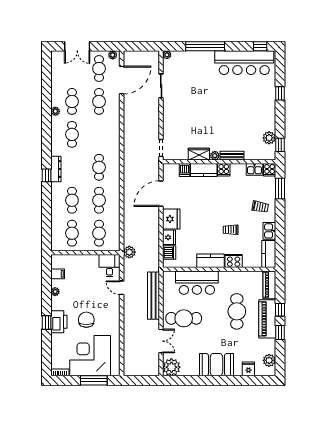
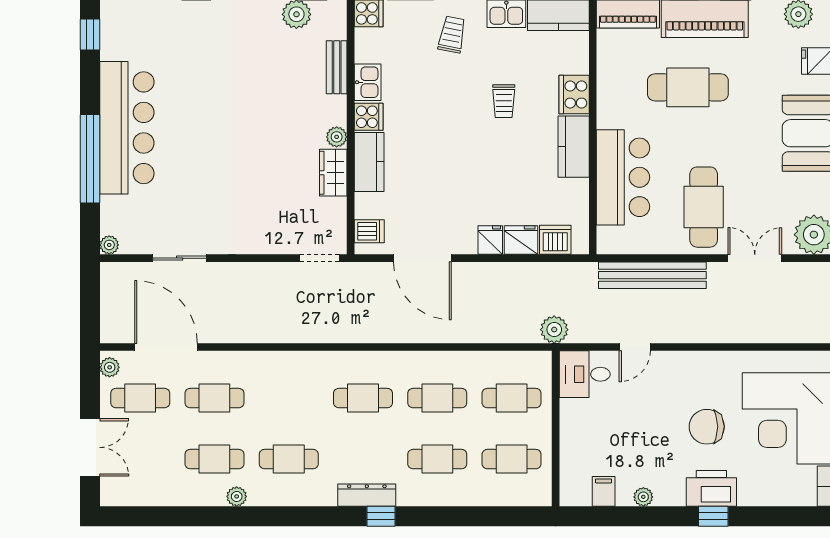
bar counter: (244, 63) -> (127, 128), moved
bench: (232, 156) -> (337, 67), moved
kitchen sink: (255, 169) -> (368, 82), moved
dishwasher: (185, 170) -> (369, 231), moved
fridge: (171, 219) -> (490, 240), width x0.53, depth x0.75

